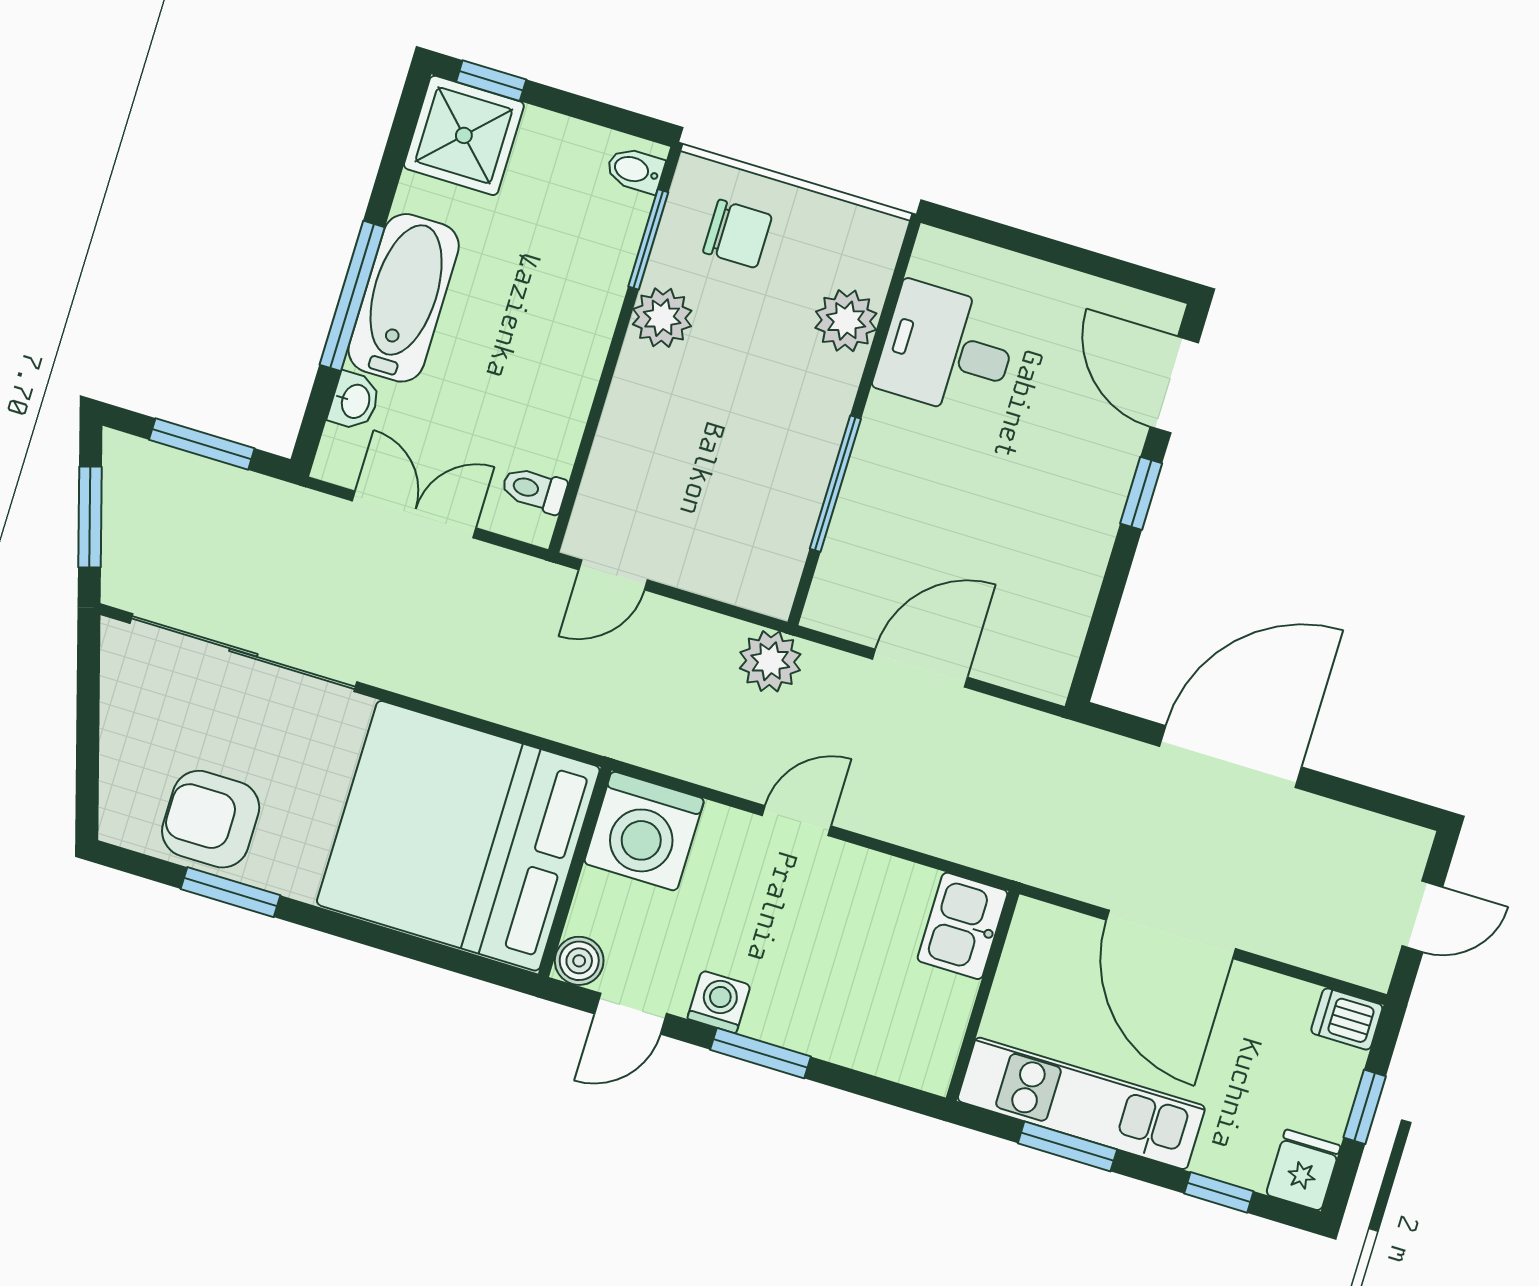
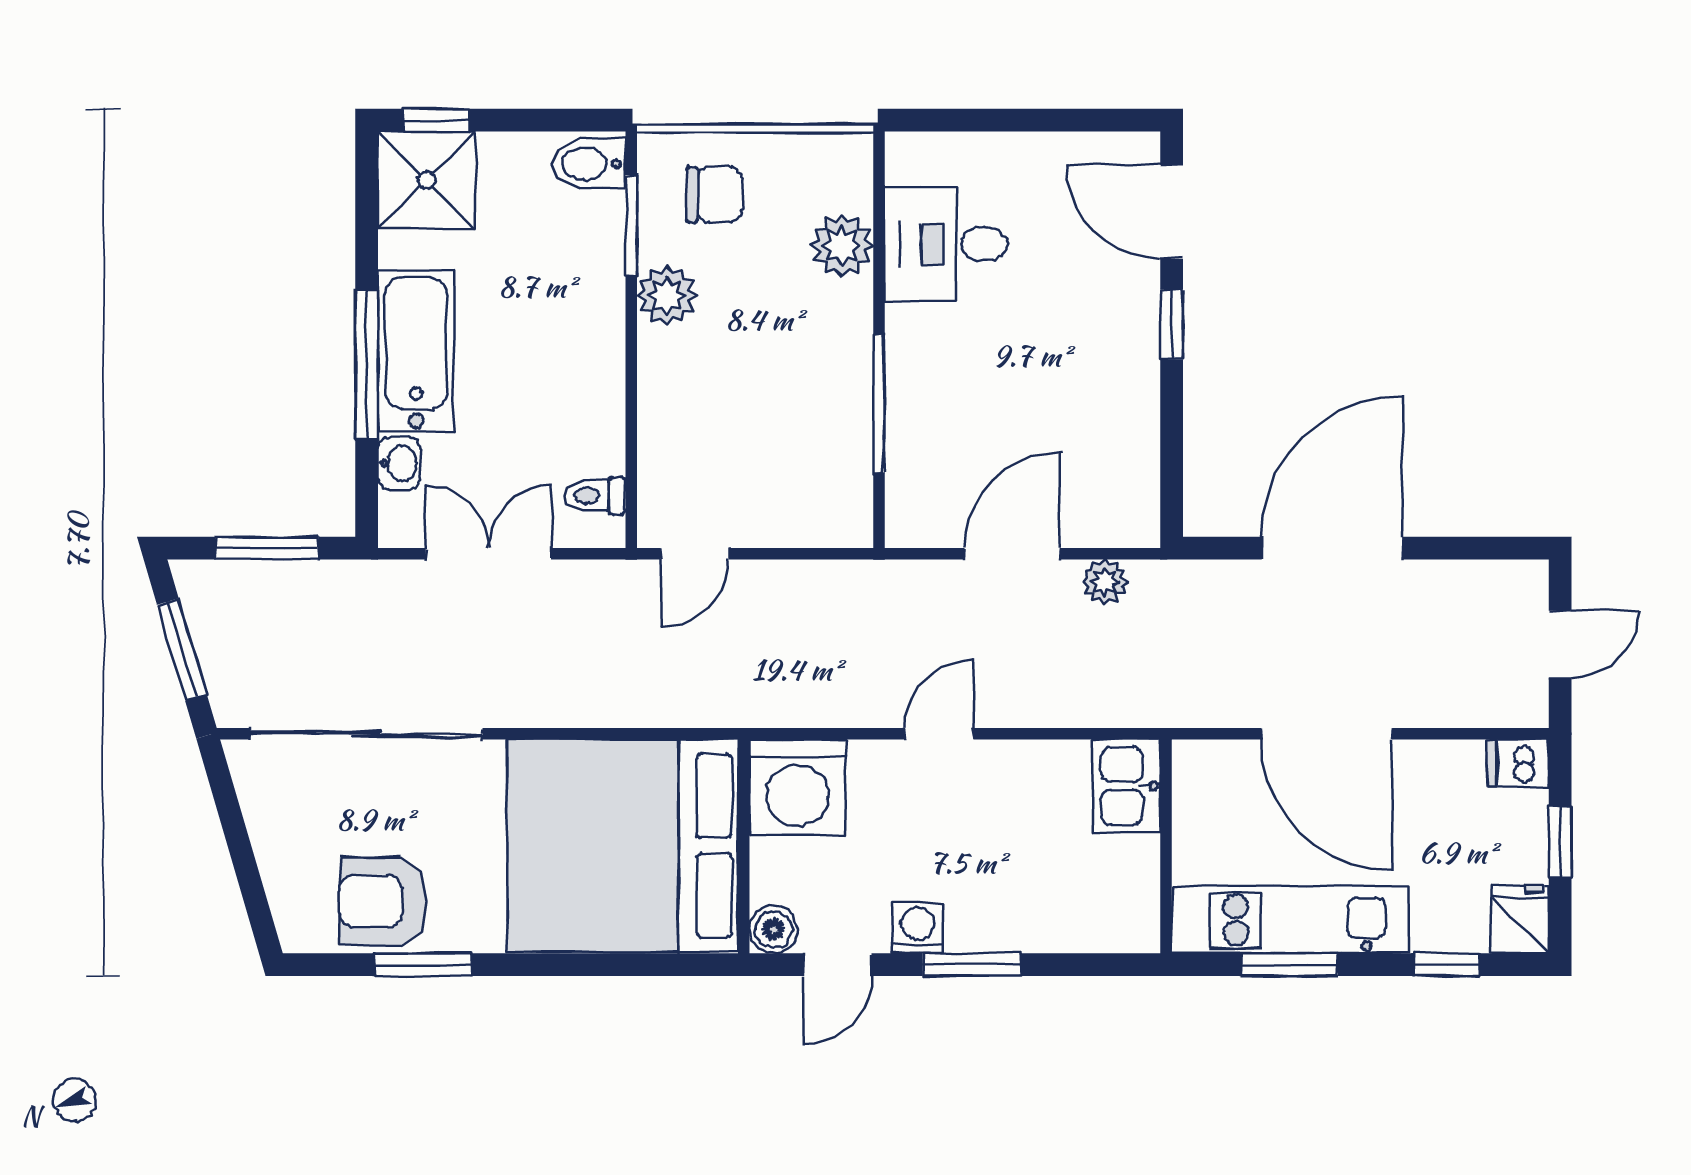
bidet: (635, 170) -> (589, 164), width x1.38, depth x1.36
plant: (770, 661) -> (1105, 582), moved, width x0.73, depth x0.73

